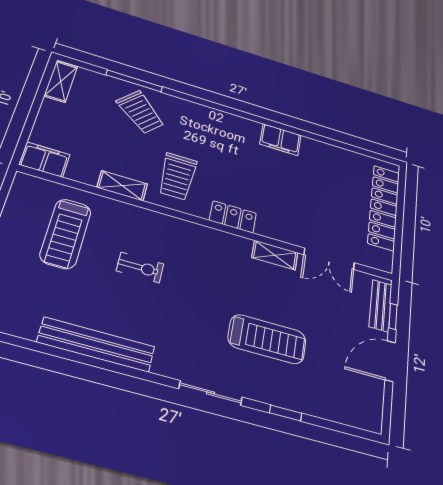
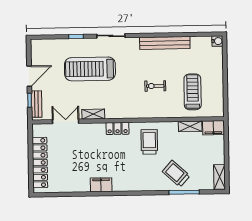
shelving: (122, 186) -> (190, 126), moved
treadmill: (267, 339) -> (90, 69), width x1.37, depth x1.37

